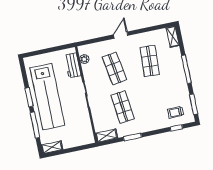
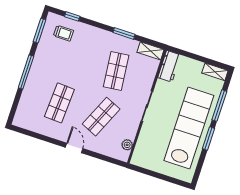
door: (121, 35) -> (74, 148), swing flipped
shelving: (173, 37) -> (20, 115), removed
workbench: (73, 65) -> (169, 66), moved
shop shelf: (114, 68) -> (101, 117), turned 33

